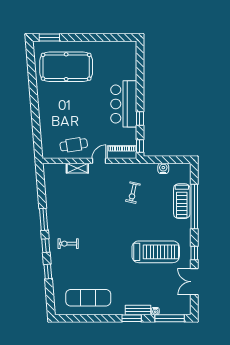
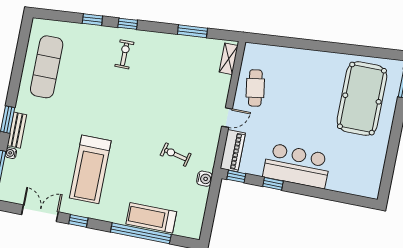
door: (99, 161) -> (227, 118), hinge flipped
shelving: (77, 168) -> (229, 59), moved
water cooler: (163, 168) -> (204, 179), moved
window: (44, 219) -> (192, 31), moved

